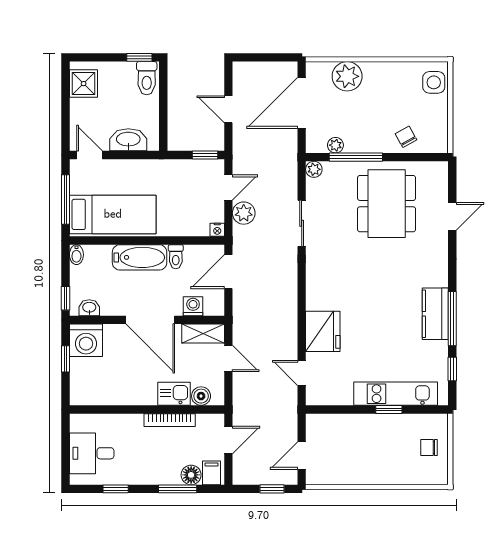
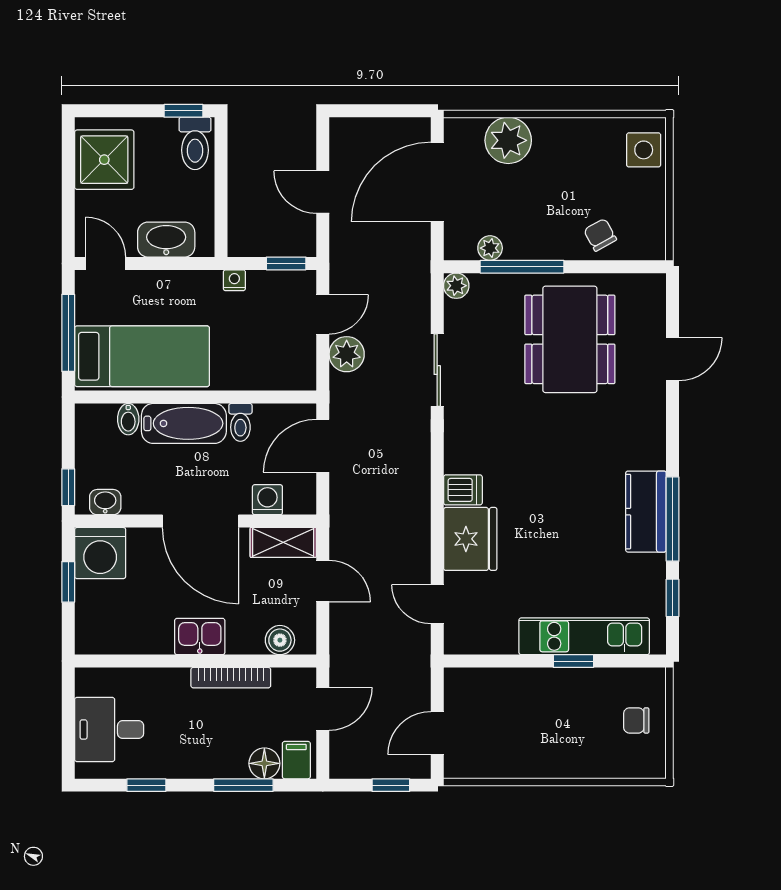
shower: (84, 84) -> (104, 160), width x1.36, depth x1.36
nightstand: (217, 230) -> (234, 280), moved, turned 180
bidet: (76, 255) -> (128, 419), moved
dishwasher: (318, 300) -> (463, 490), added
kitchen sink: (174, 394) -> (200, 637), moved

